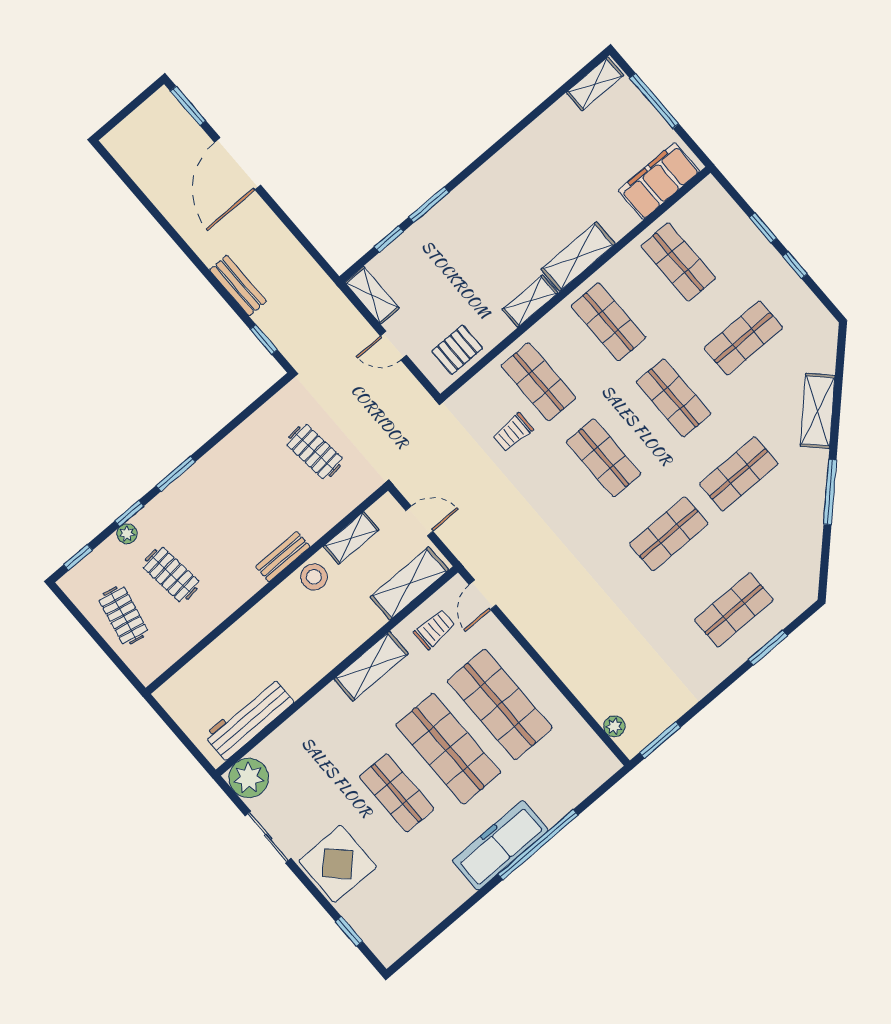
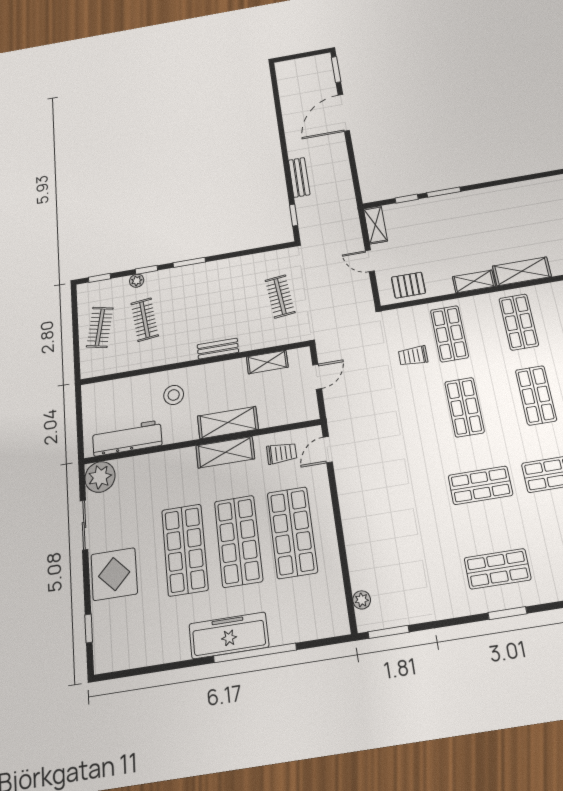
door: (419, 521) -> (317, 377), hinge flipped
stool: (314, 577) -> (174, 395), moved
shelving: (409, 583) -> (228, 423), moved
shop shelf: (397, 793) -> (185, 550), width x1.43, depth x1.36

